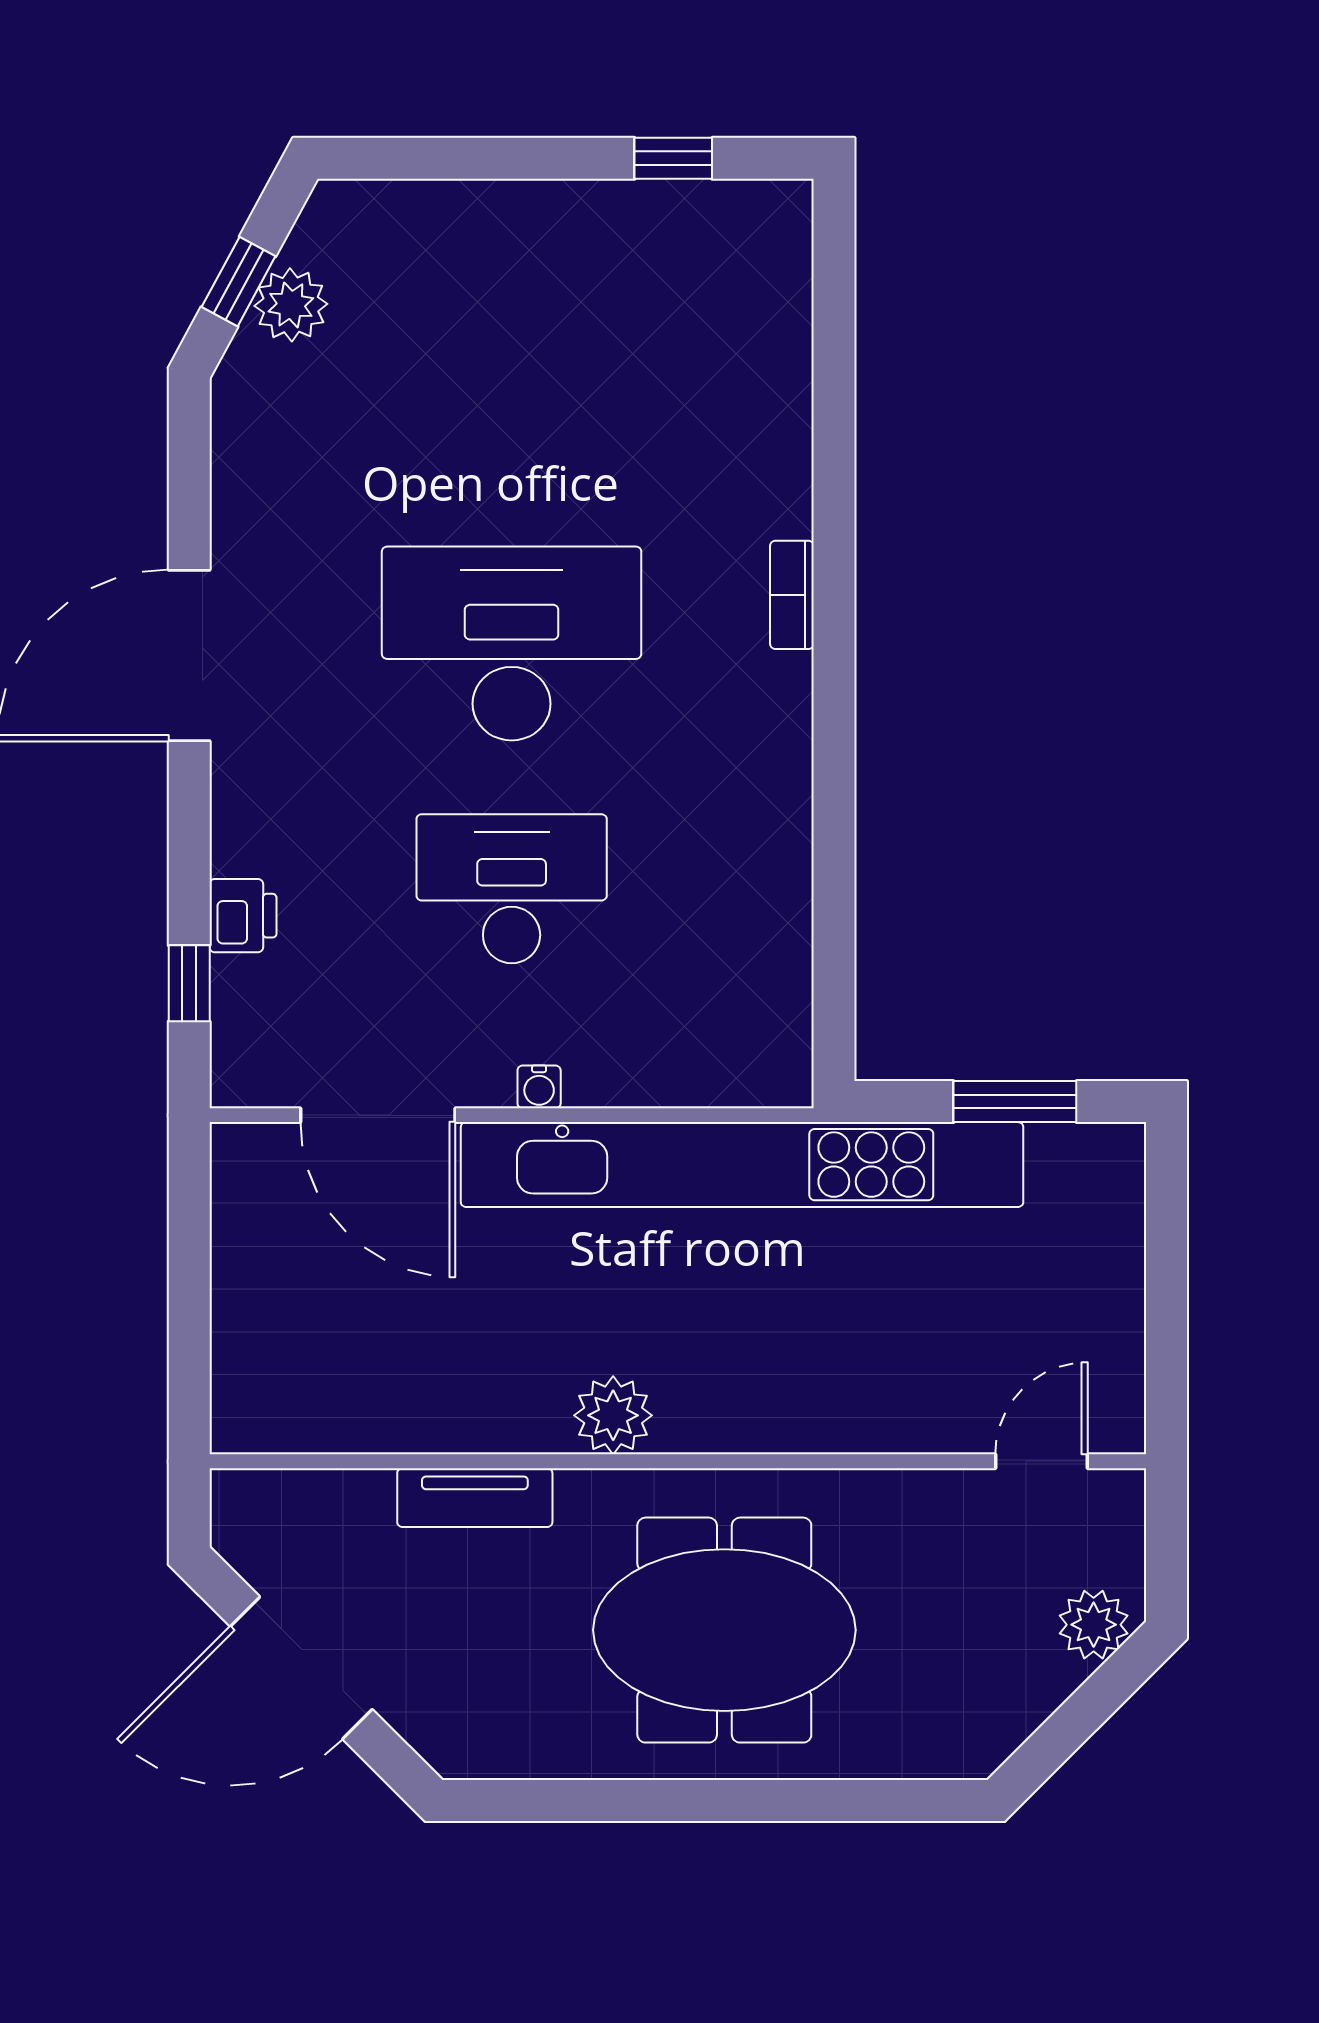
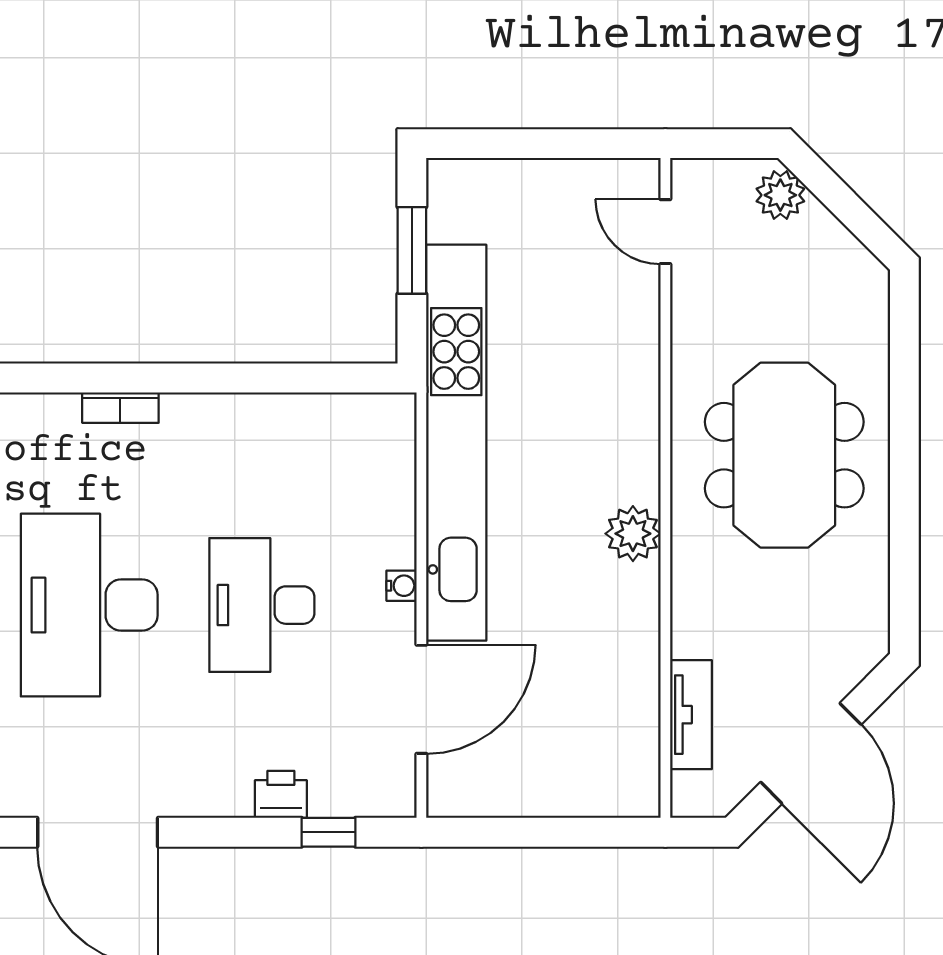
bookcase: (792, 595) -> (120, 408), moved
tv unit: (475, 1498) -> (691, 715), moved

